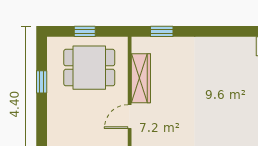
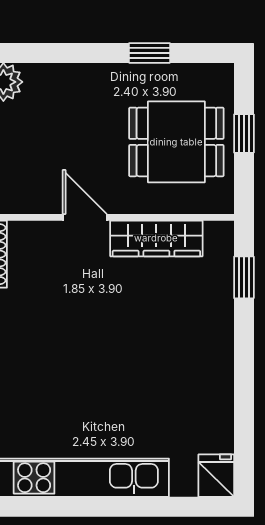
dining table: (89, 68) -> (176, 142), turned 90

